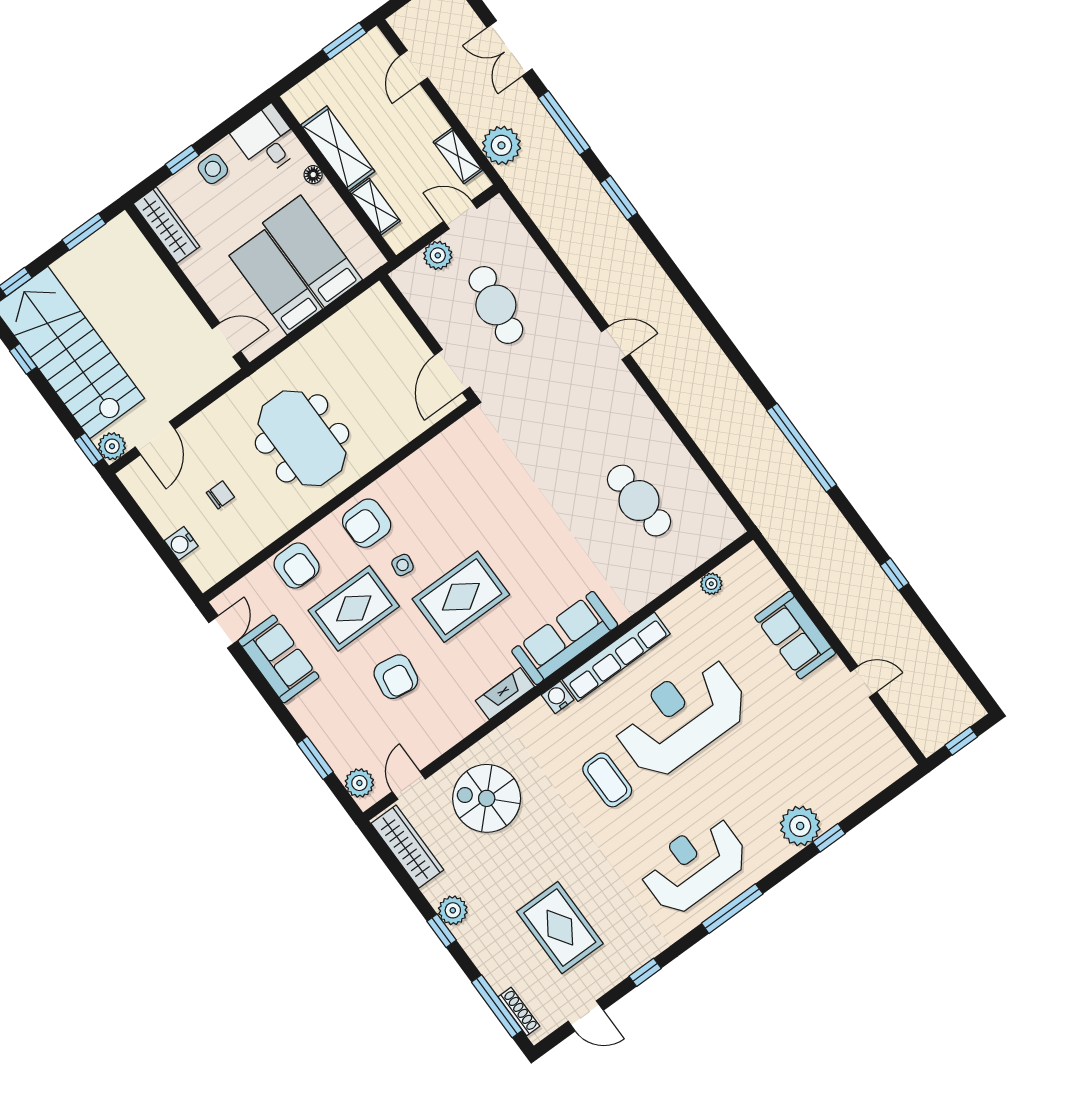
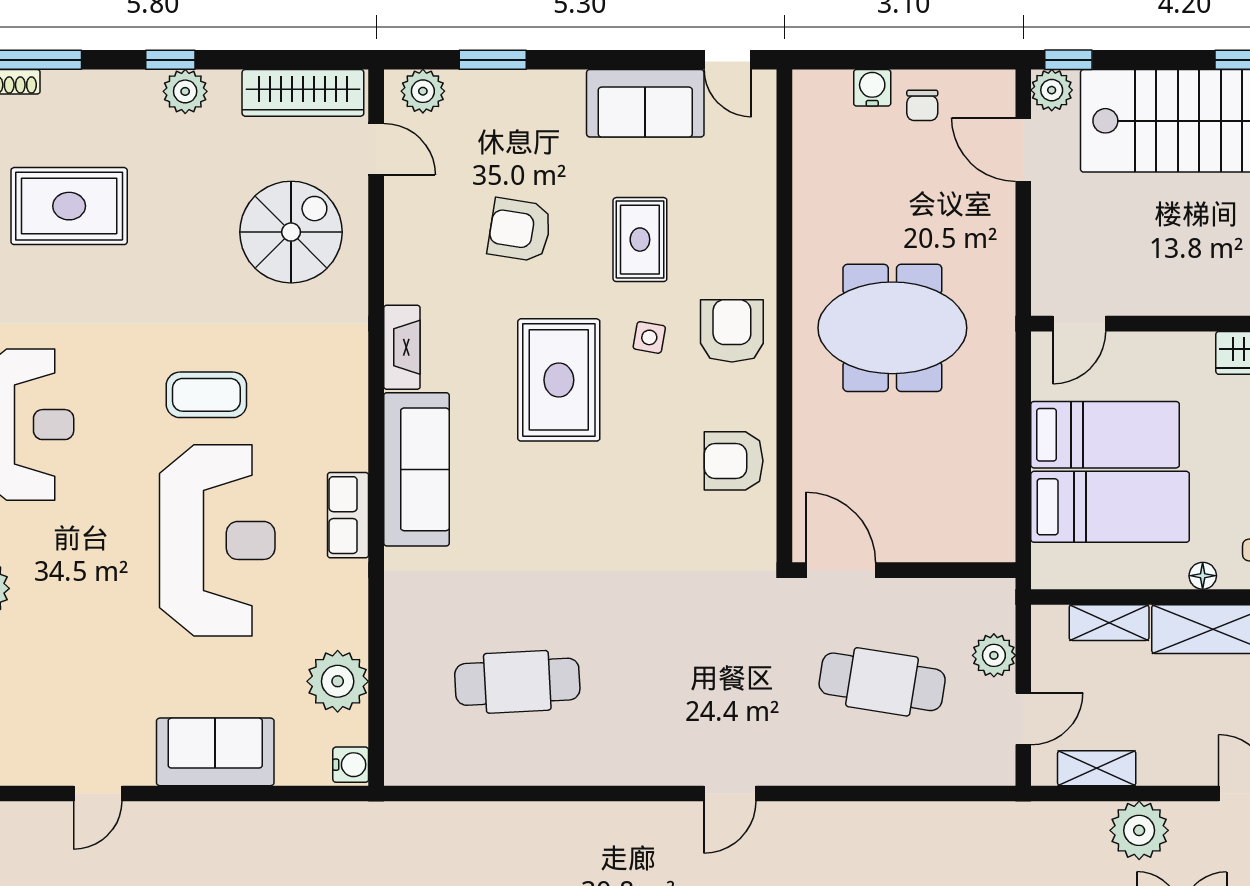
plant: (501, 145) -> (1139, 830), moved
chair: (220, 495) -> (922, 105), moved
armchair: (297, 565) -> (734, 461), moved
plant: (711, 584) -> (338, 681), width x1.87, depth x1.87
rug: (354, 608) -> (640, 240), width x0.73, depth x0.70
row of seats: (616, 657) -> (348, 515), width x0.50
water cooler: (558, 697) -> (351, 765), moved

